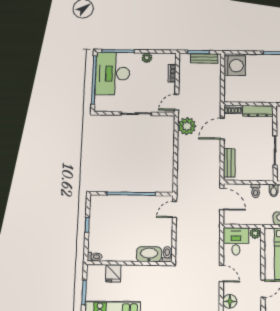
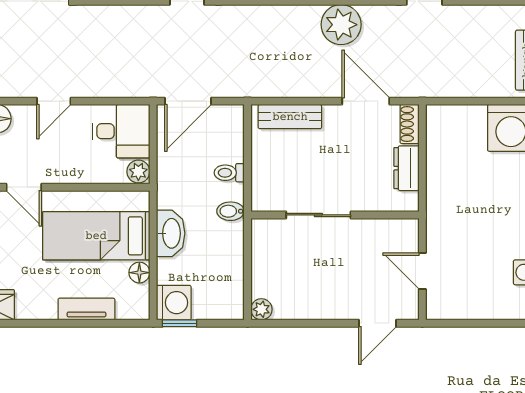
dresser: (258, 111) -> (406, 168), width x0.70
plant: (187, 126) -> (341, 25), moved
door: (222, 199) -> (188, 101), moved

